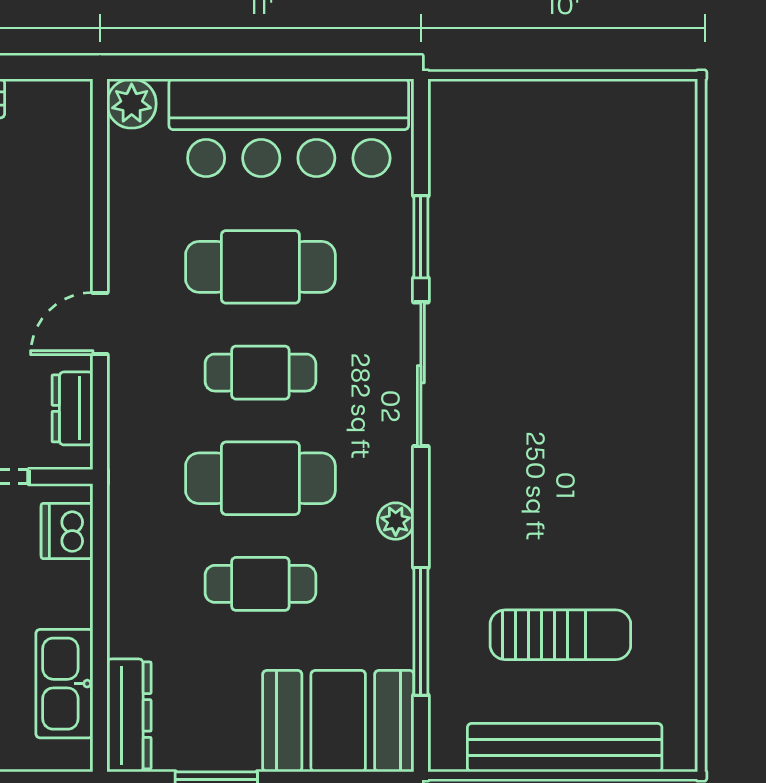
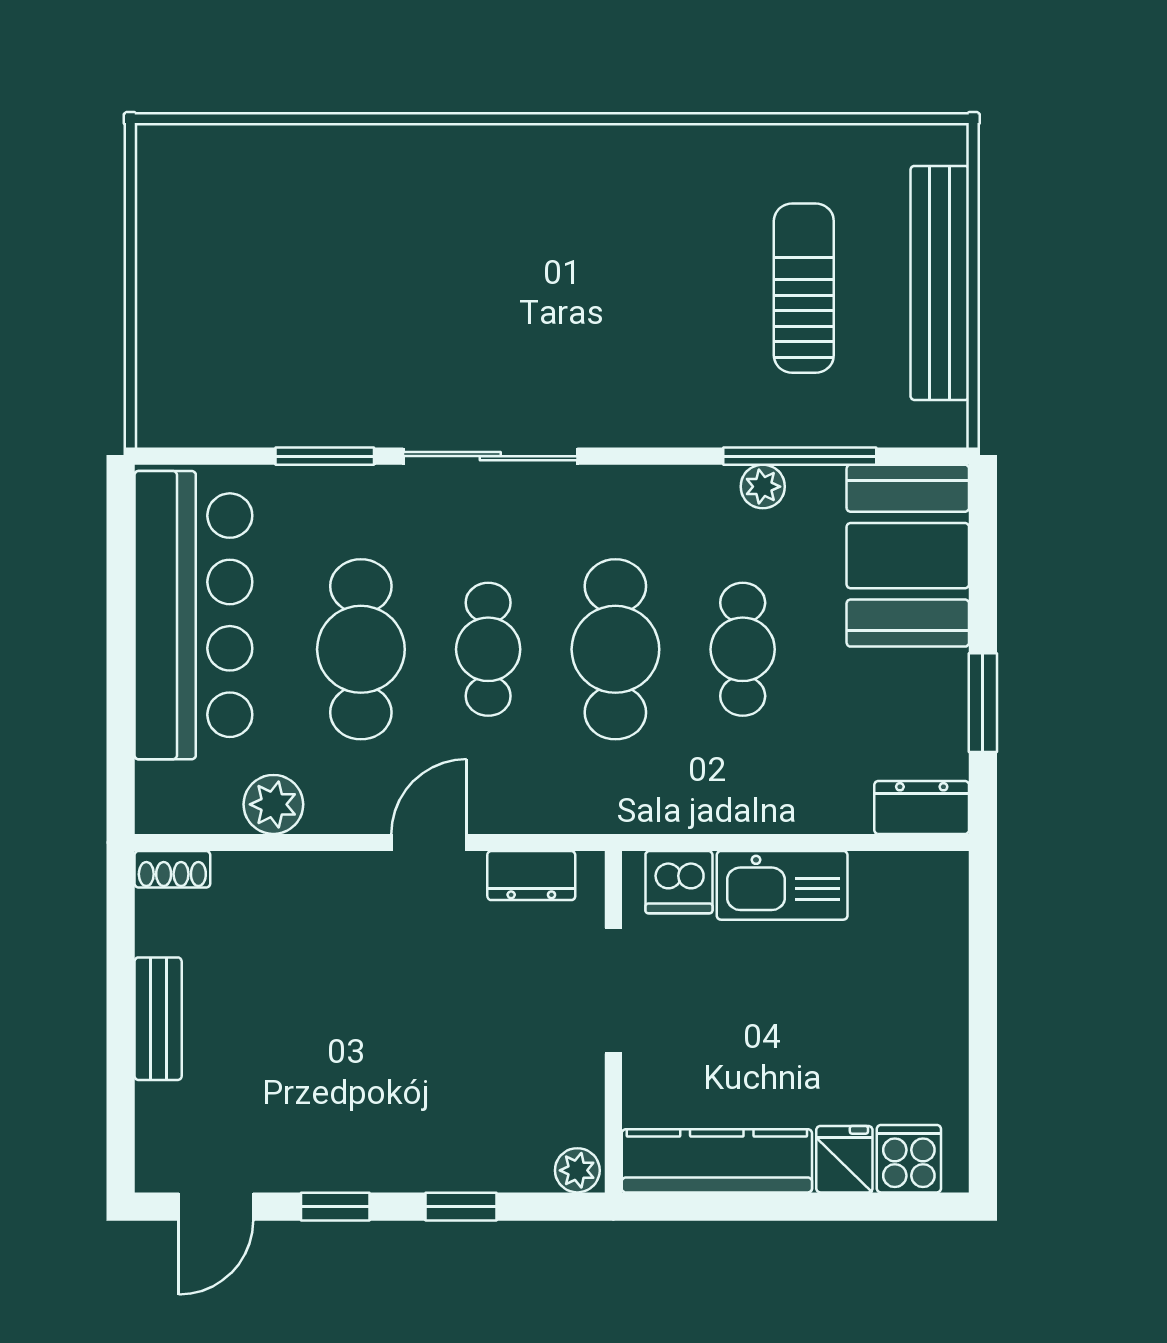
plant: (132, 104) -> (273, 804), moved
shoe rack: (78, 110) -> (172, 869), added
door: (100, 323) -> (429, 843), swing flipped
plant: (396, 521) -> (763, 487), moved
kitchen sink: (64, 684) -> (782, 885), moved
dresser: (129, 715) -> (922, 808), width x0.70

